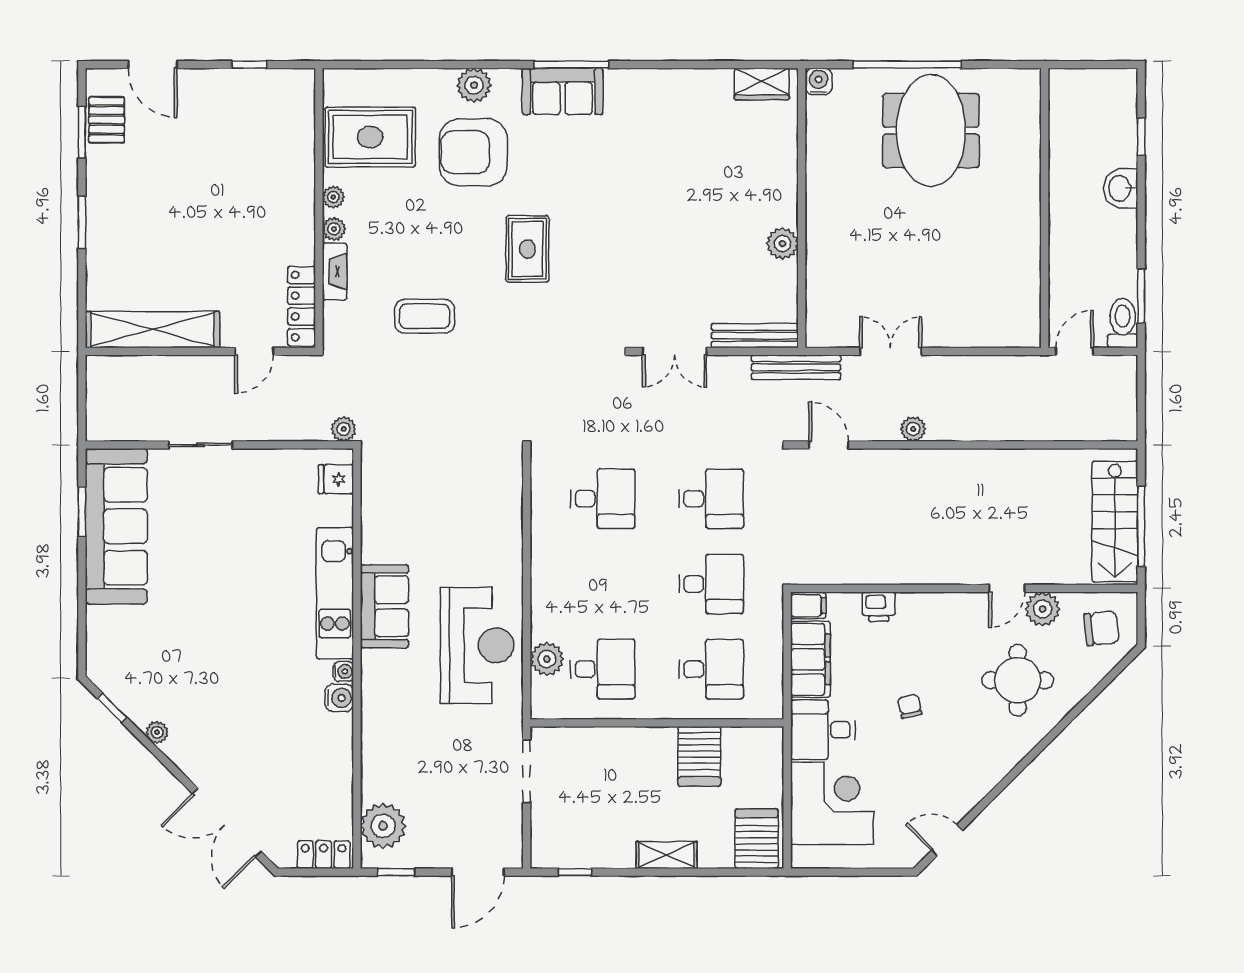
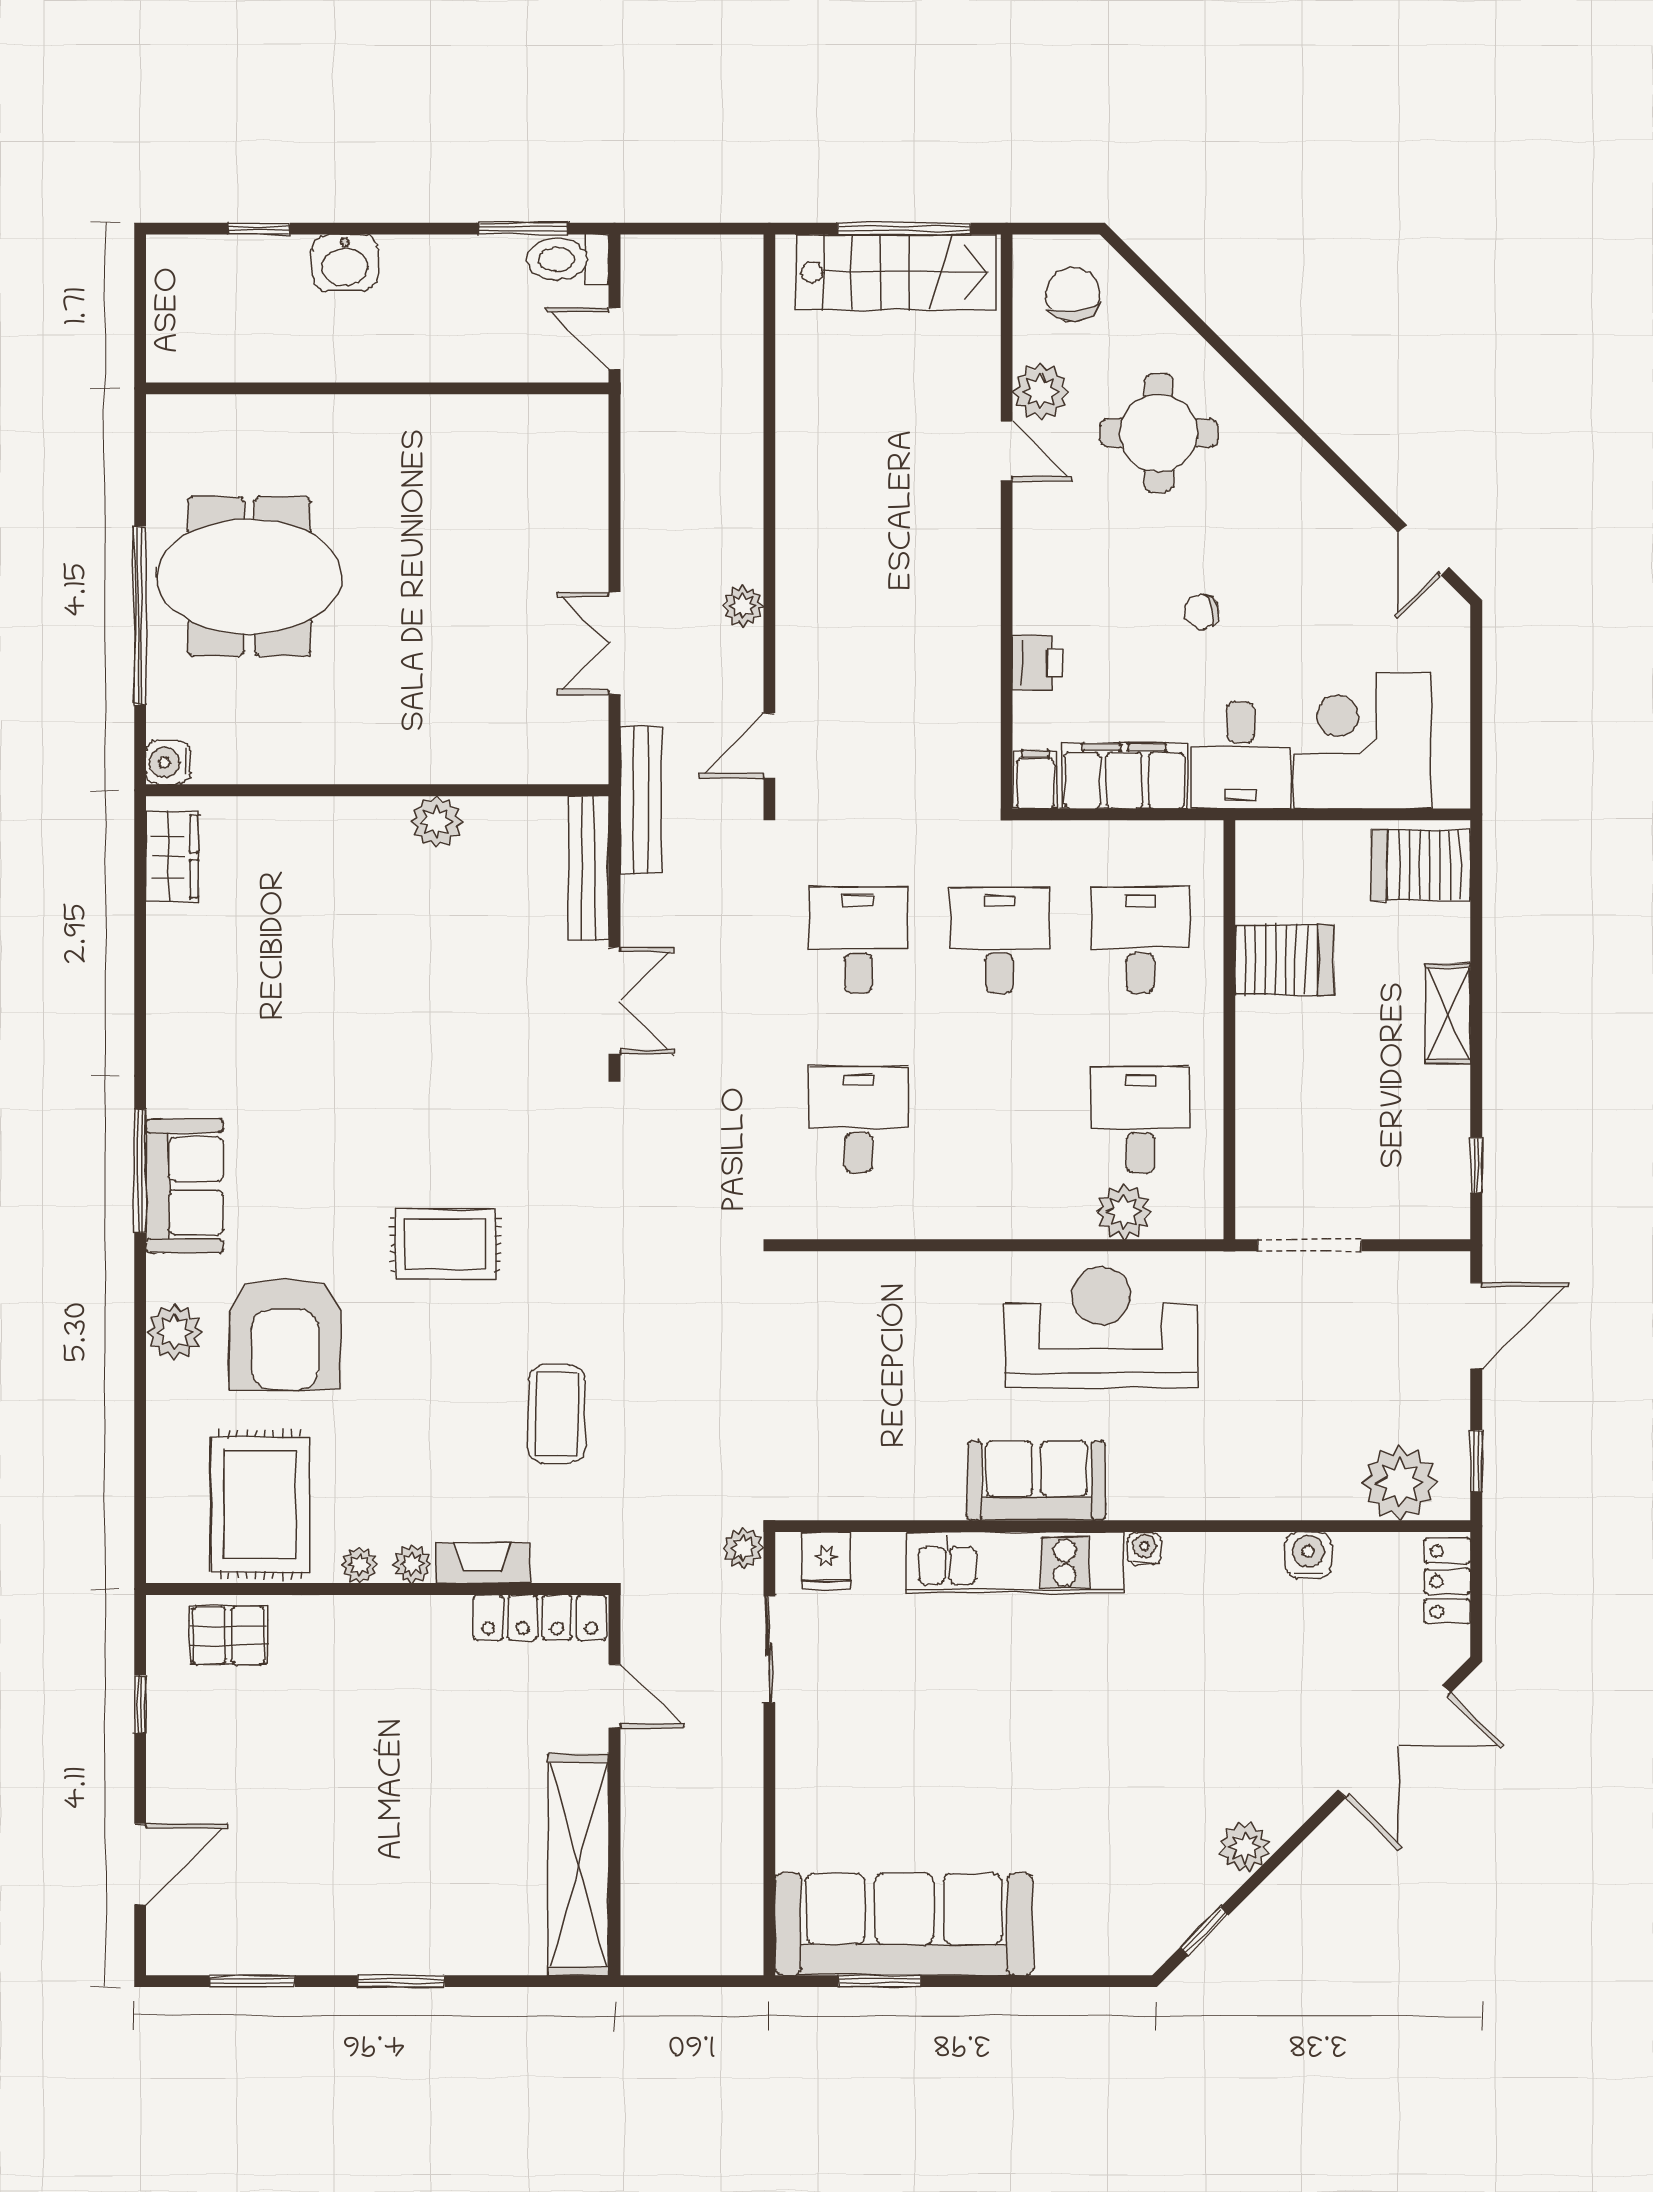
pallet: (107, 120) -> (228, 1635), moved
sliding door: (200, 445) -> (769, 1649), moved
water cooler: (339, 698) -> (1308, 1555), moved
plant: (157, 732) -> (1245, 1847), width x1.38, depth x1.38
door: (478, 872) -> (1476, 1326), hinge flipped

